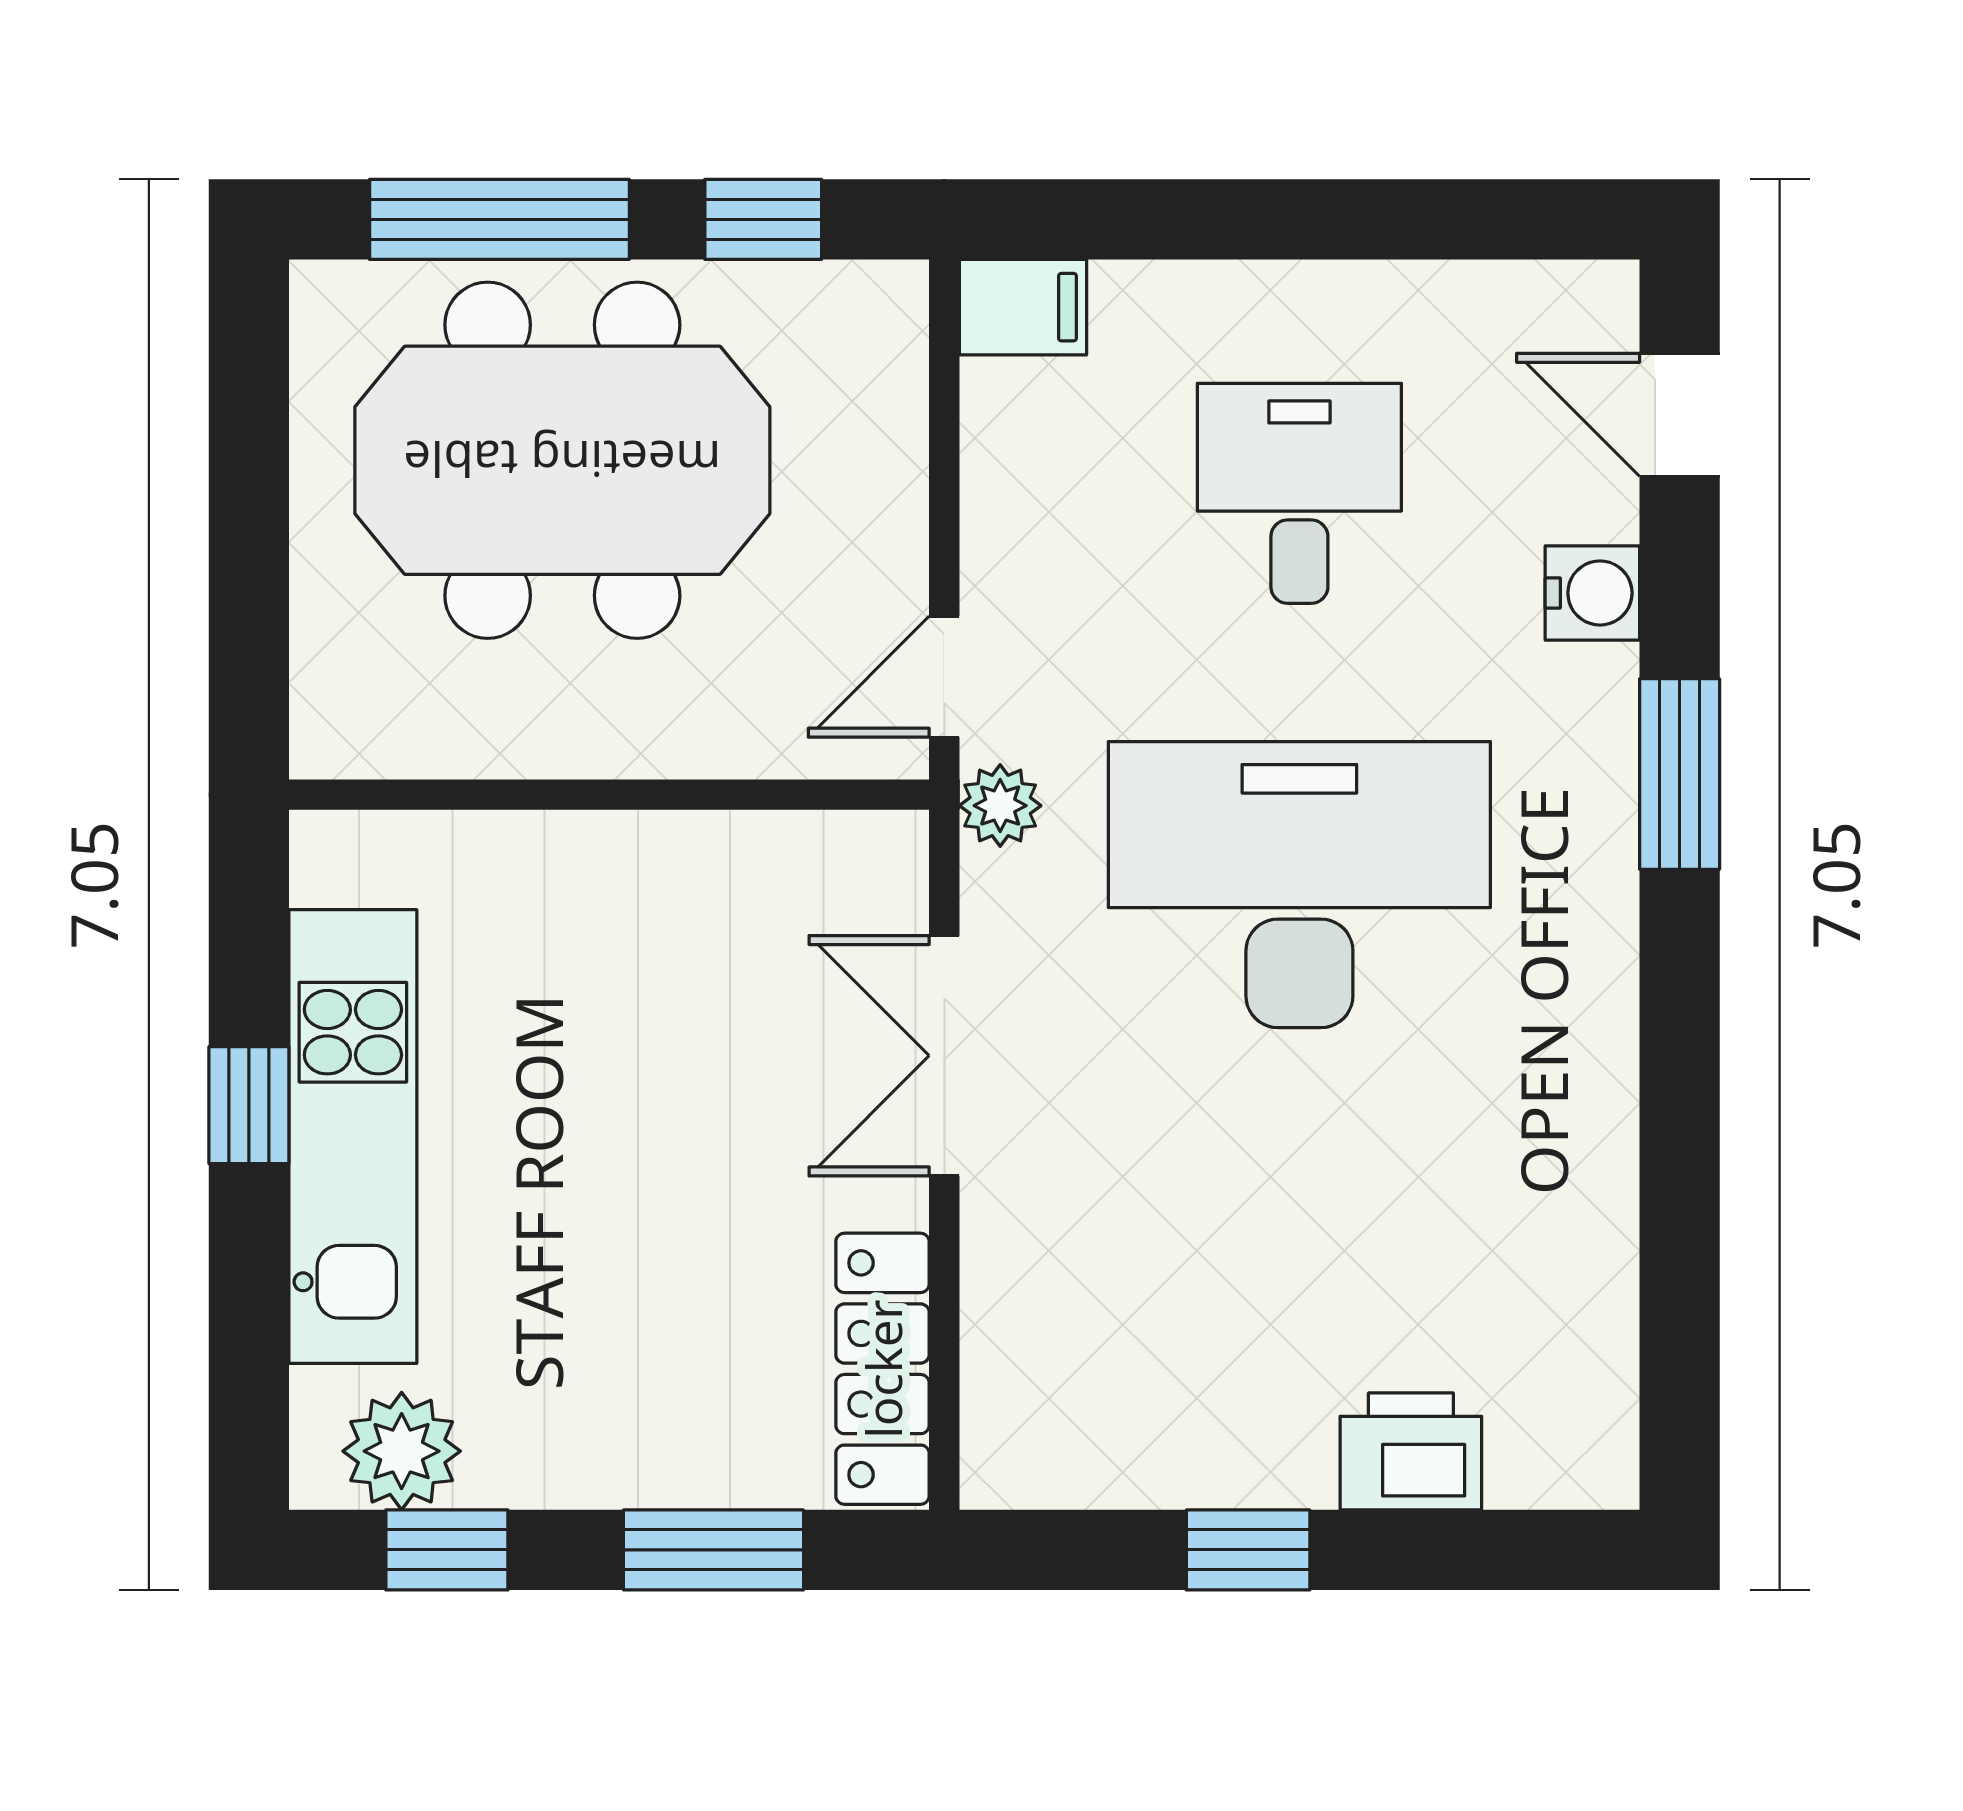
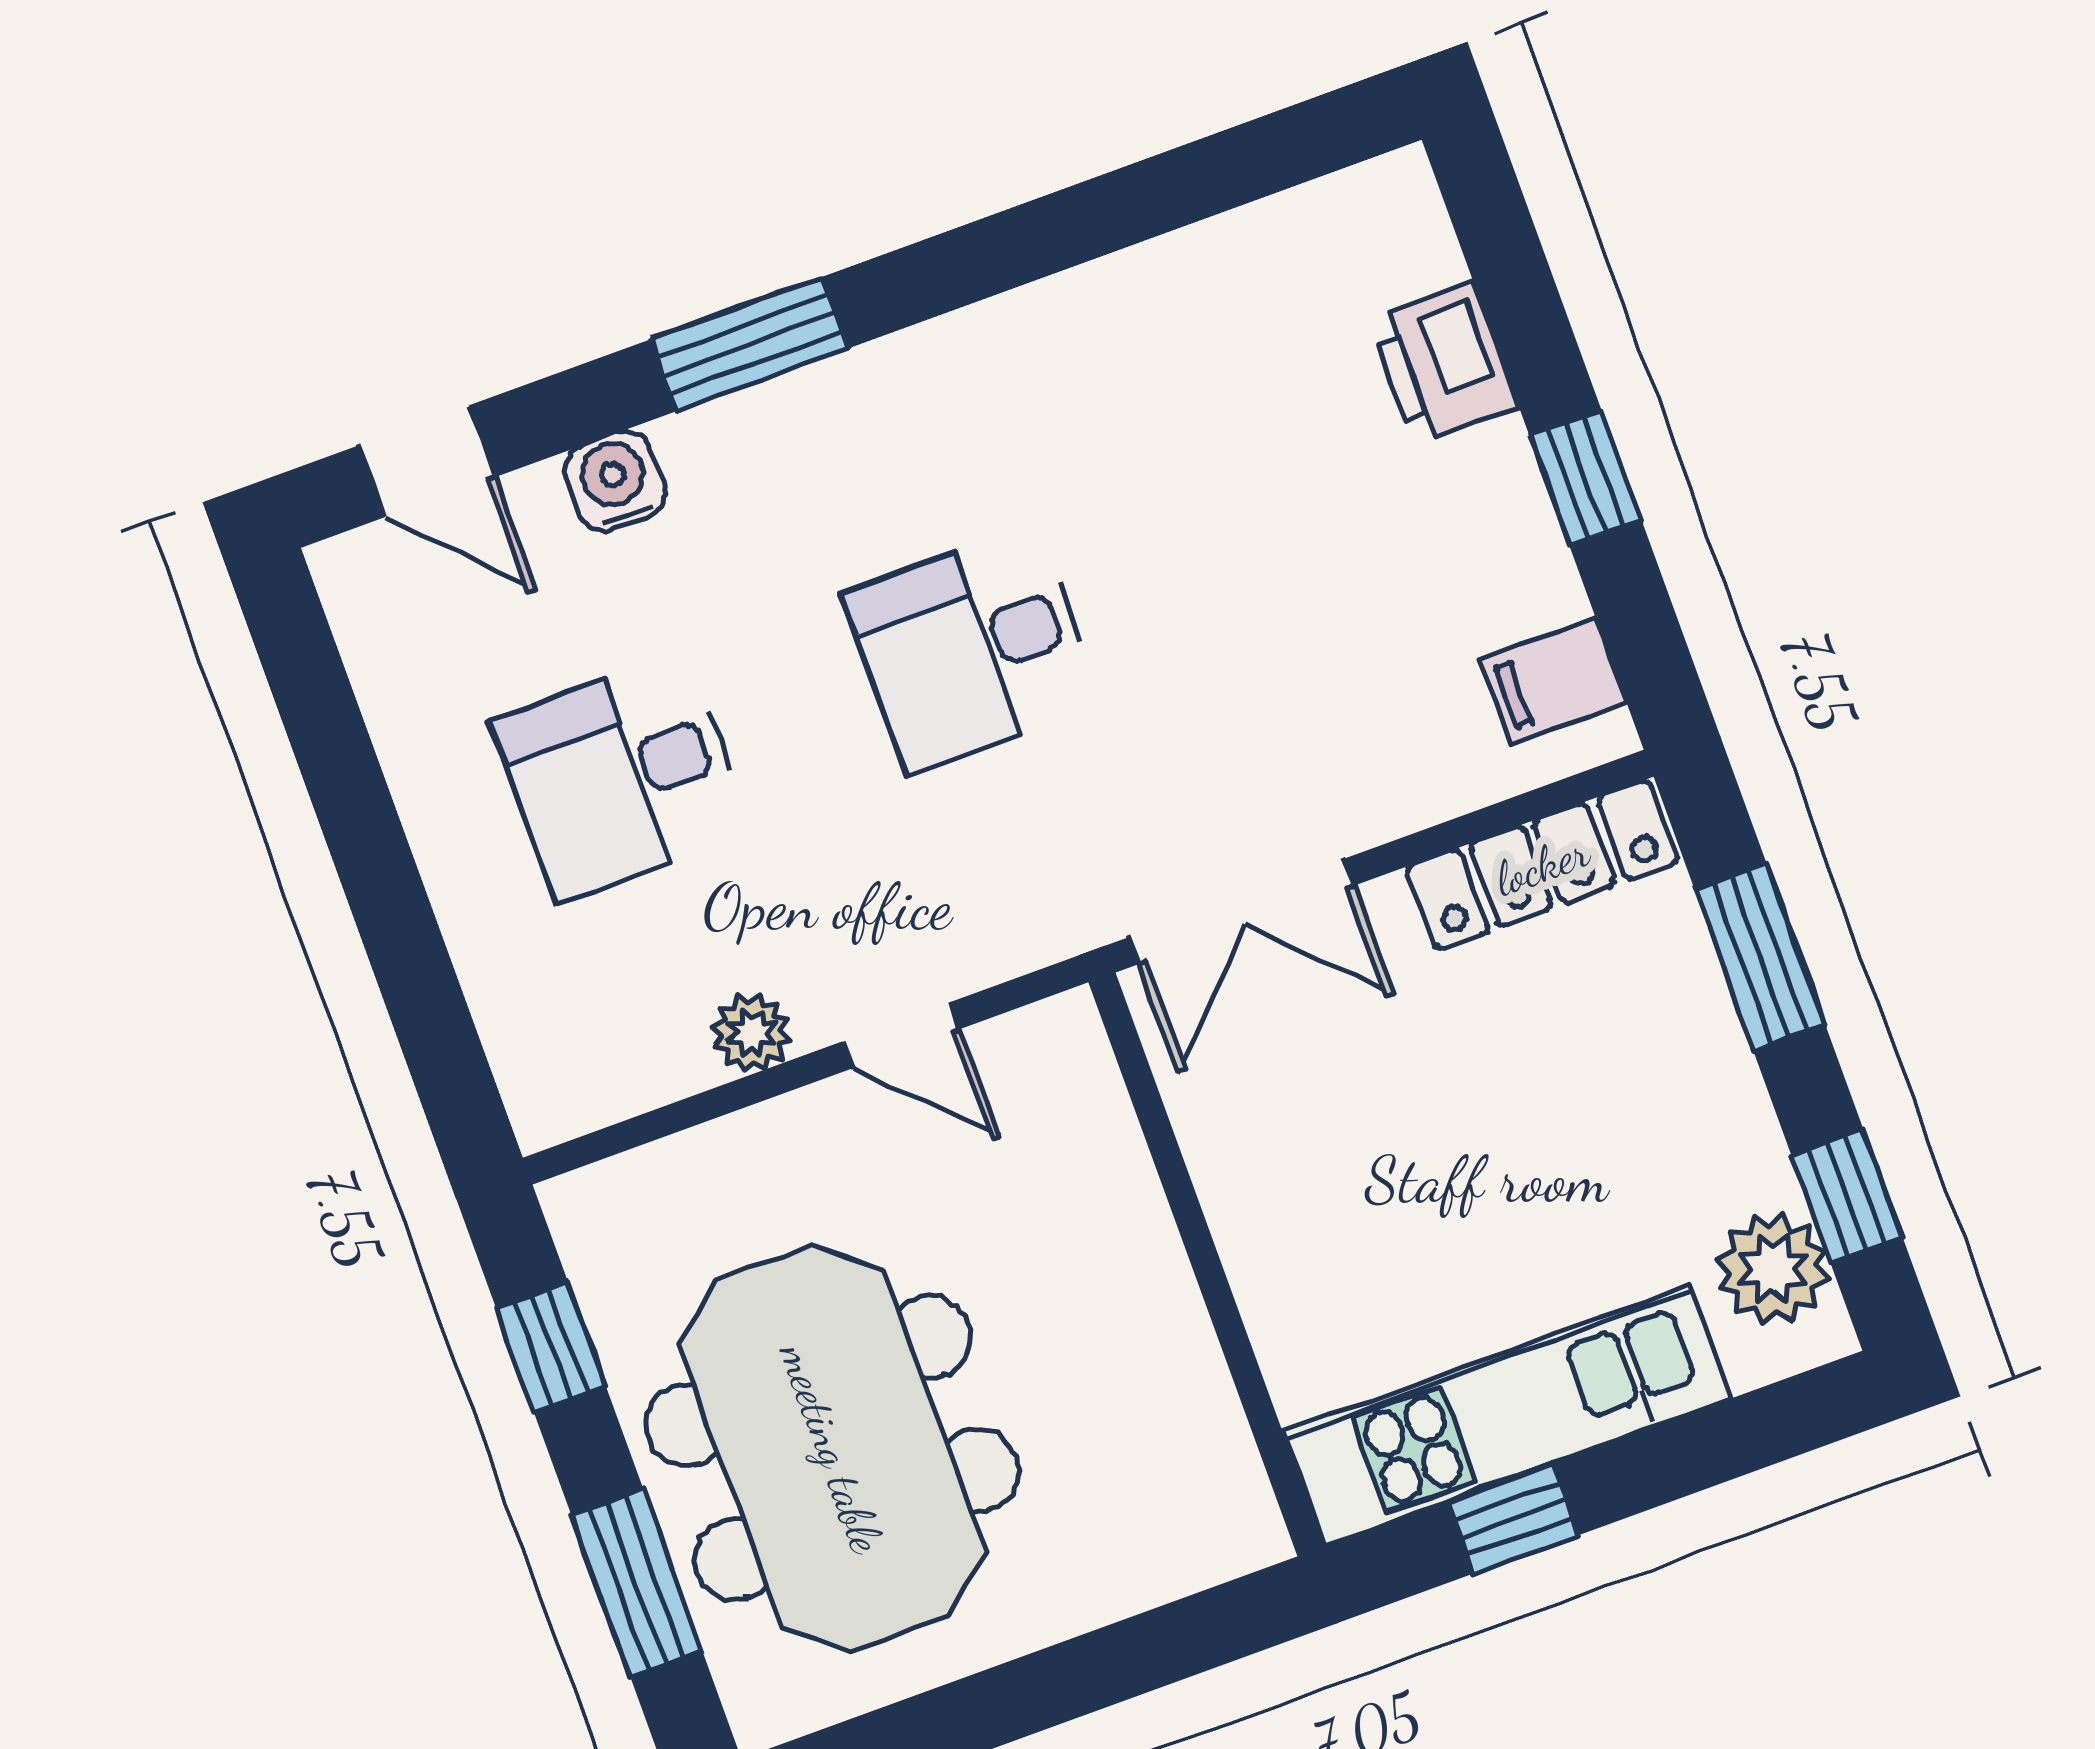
window: (499, 219) -> (637, 1583), width x0.69
filing cabinet: (1023, 307) -> (1554, 681), moved, turned -90
door: (1680, 415) -> (427, 461), hinge flipped
wall: (609, 795) -> (1206, 1264), moved
plant: (1000, 806) -> (751, 1033), moved
desk: (1299, 885) -> (972, 649), width x0.53, depth x0.77

